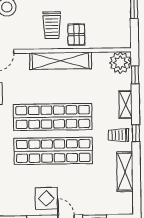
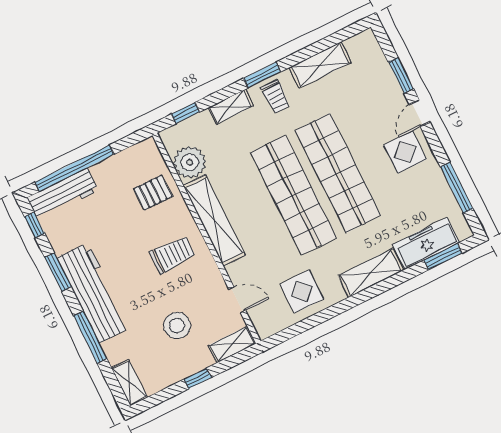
pallet: (76, 35) -> (153, 193), moved
plant: (120, 63) -> (190, 162), moved
window: (136, 133) -> (262, 75), width x1.50

